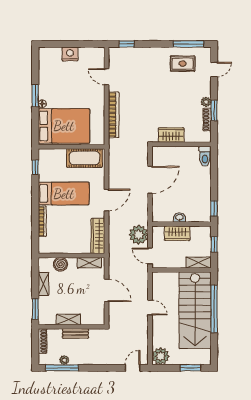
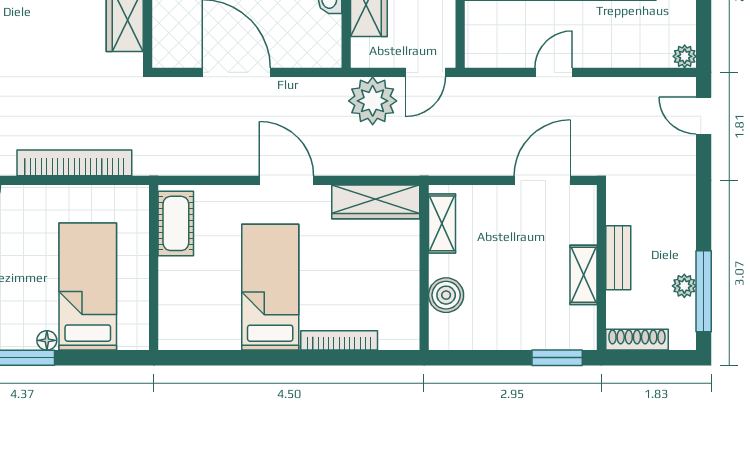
bed: (64, 126) -> (88, 287), width x0.67
cot: (84, 158) -> (176, 223), width x0.73, depth x0.75
window: (35, 167) -> (205, 358), removed
shelving: (43, 284) -> (495, 337), removed
door: (107, 290) -> (542, 180), moved
plant: (161, 356) -> (685, 56), width x0.53, depth x0.53

